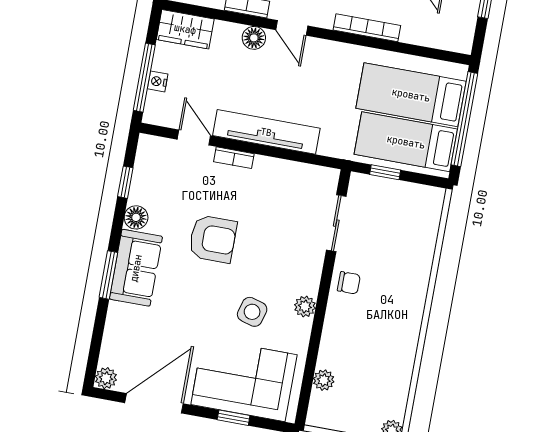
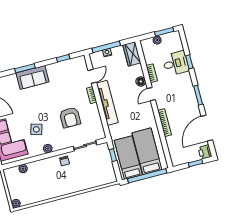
floor lamp: (136, 217) -> (52, 69), removed
armchair: (213, 239) -> (70, 117), moved

